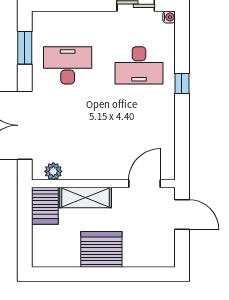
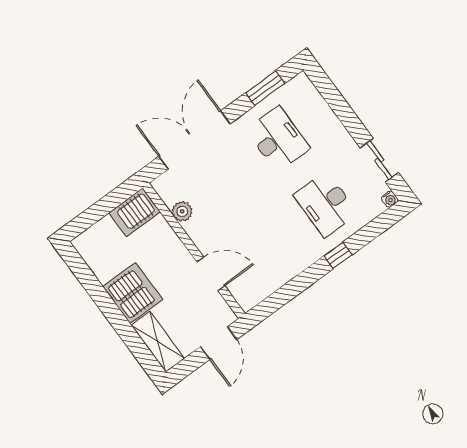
plant: (53, 171) -> (182, 211), moved
door: (144, 184) -> (211, 274), moved
shelving: (85, 197) -> (158, 342), moved

